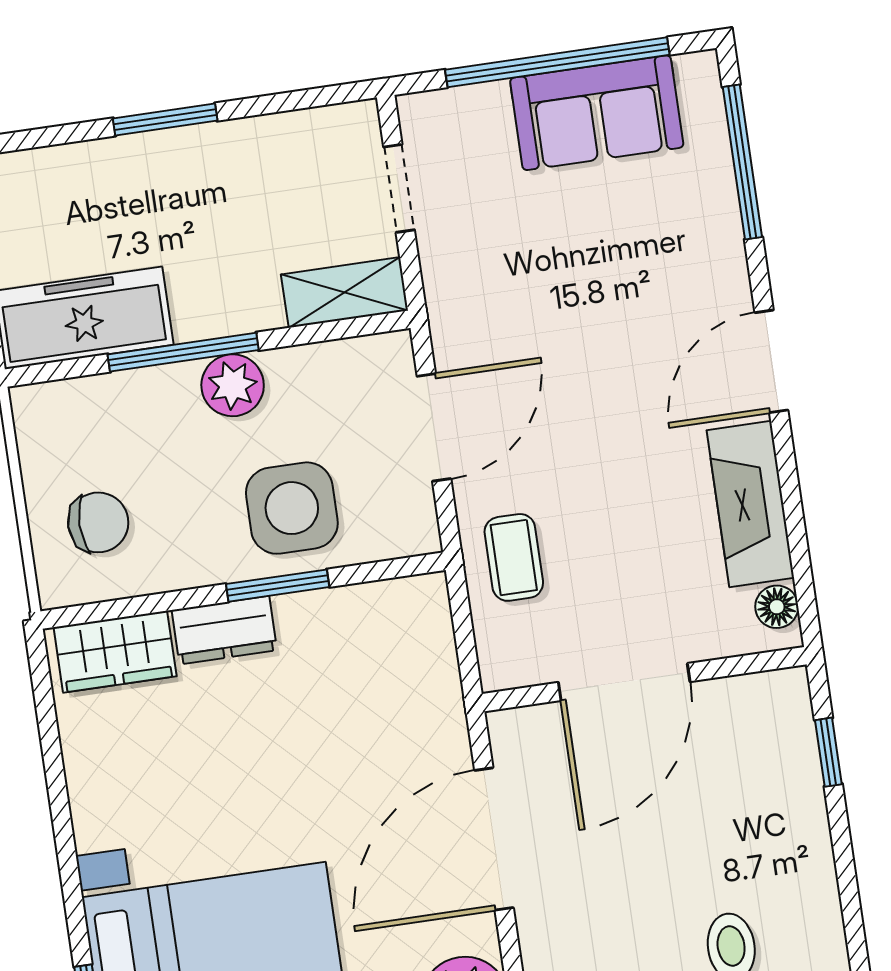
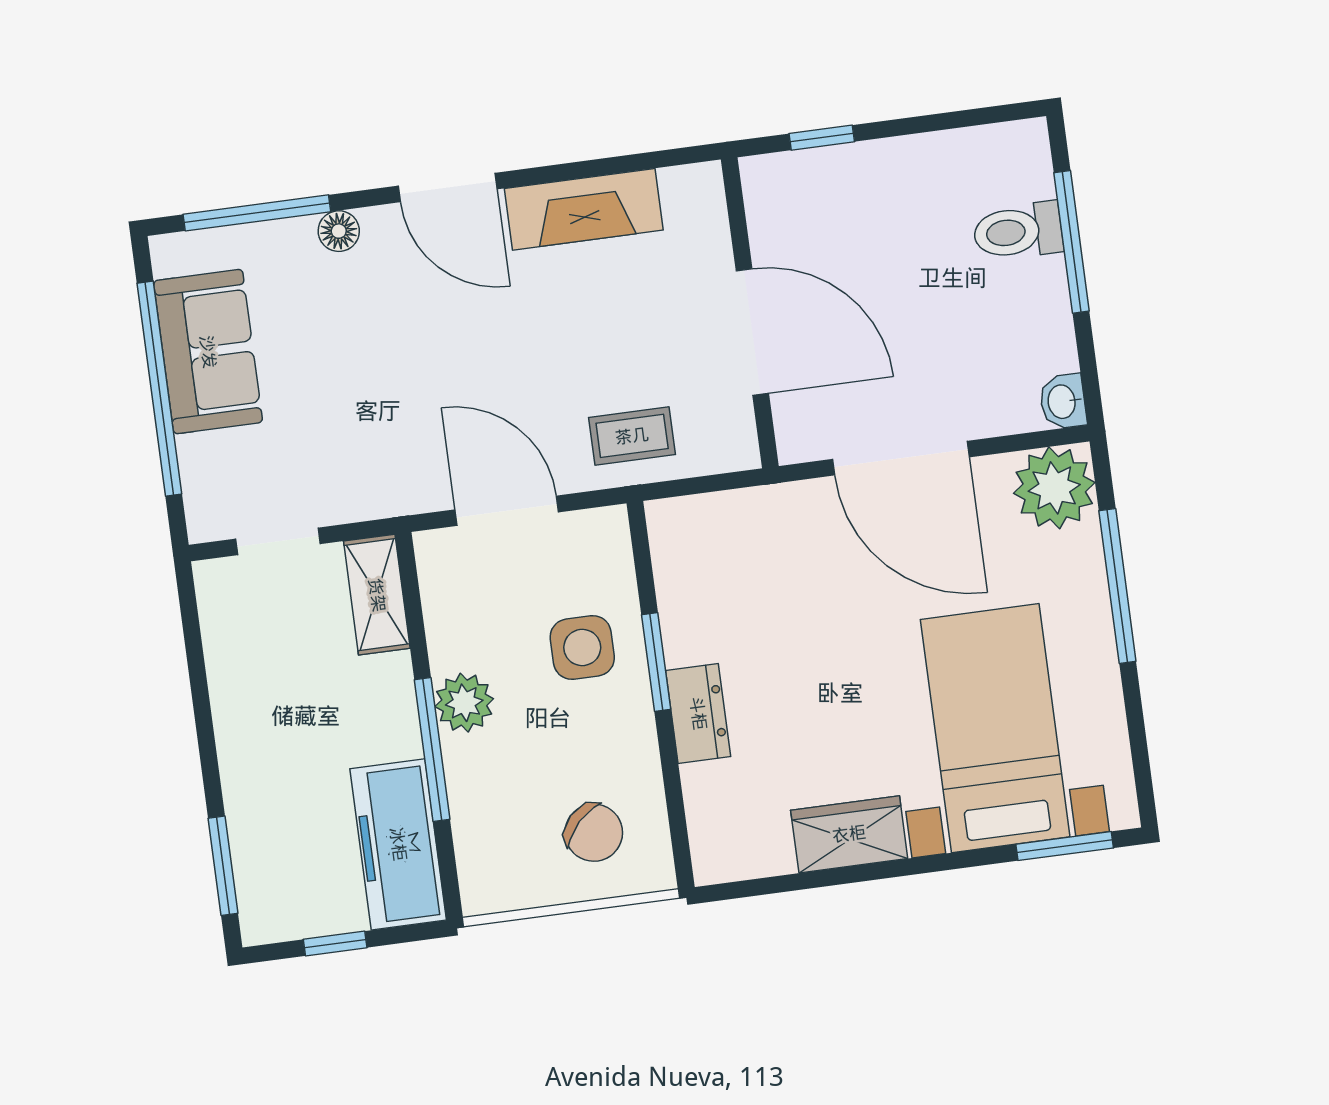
window: (165, 119) -> (223, 866), moved
side table: (292, 508) -> (582, 647), width x0.73, depth x0.73
chair: (98, 522) -> (594, 833), turned 134
floor lamp: (777, 607) -> (339, 231), moved
wardrobe: (115, 652) -> (849, 834), moved, turned -90

